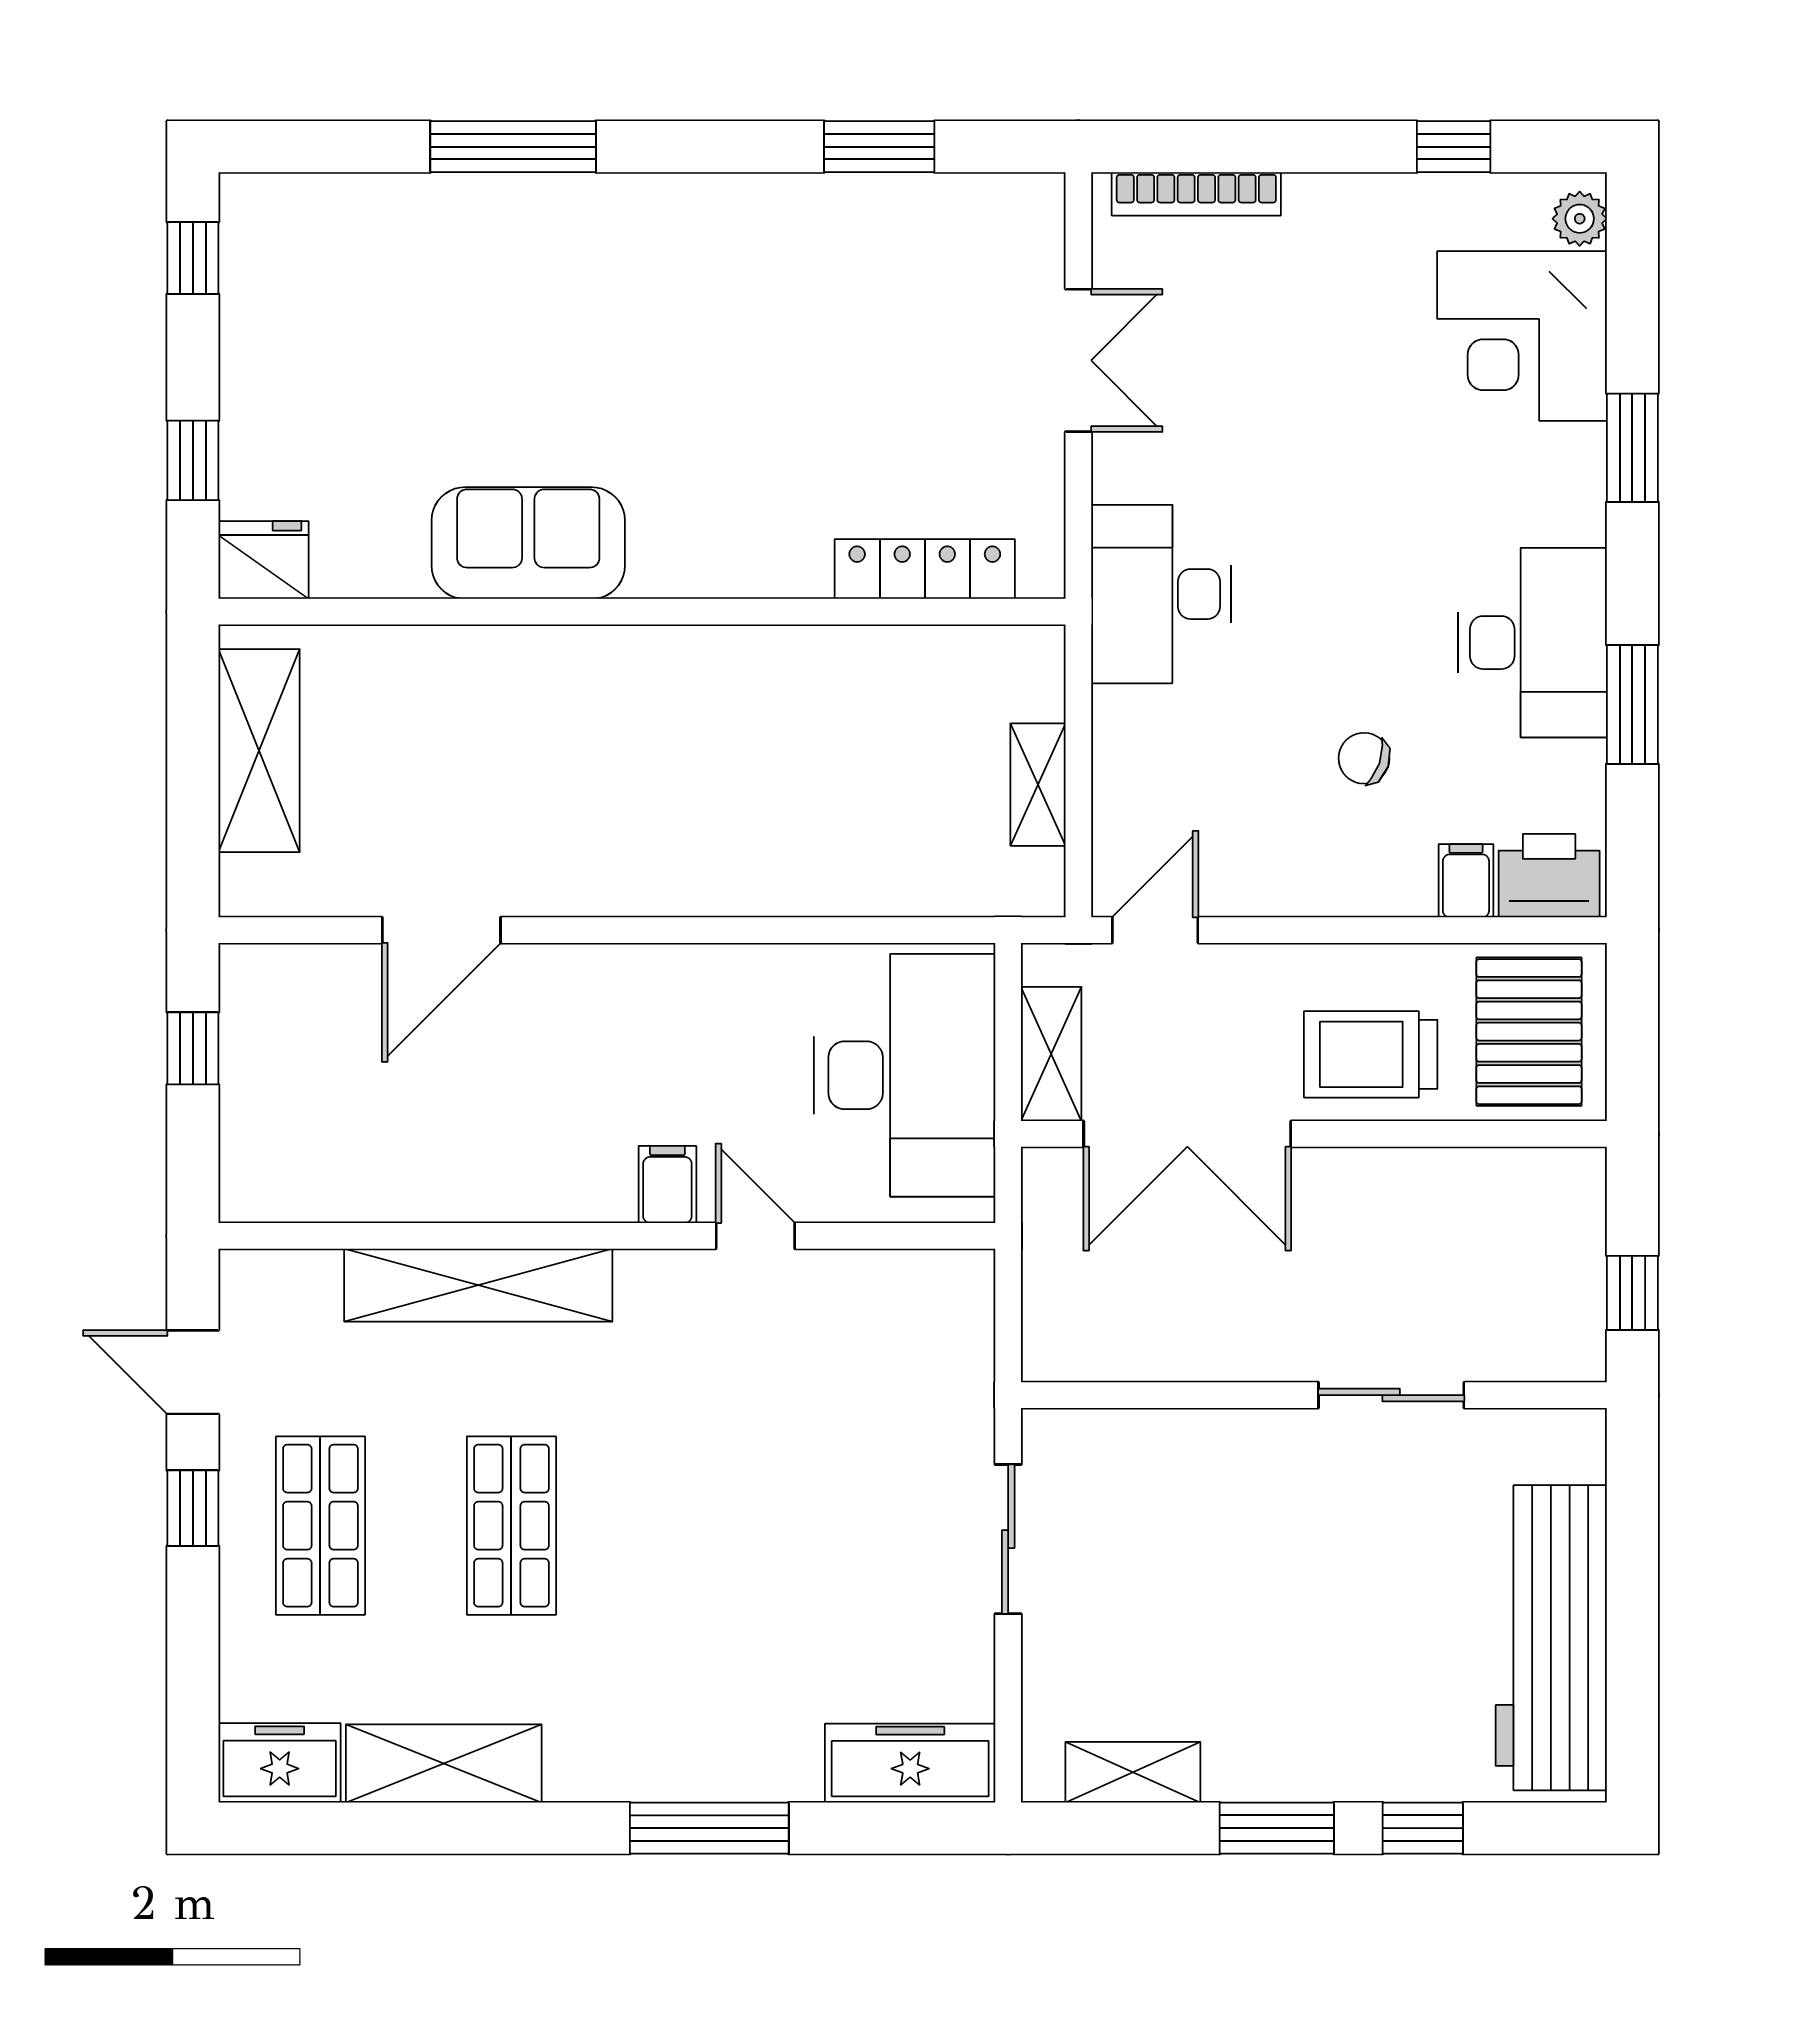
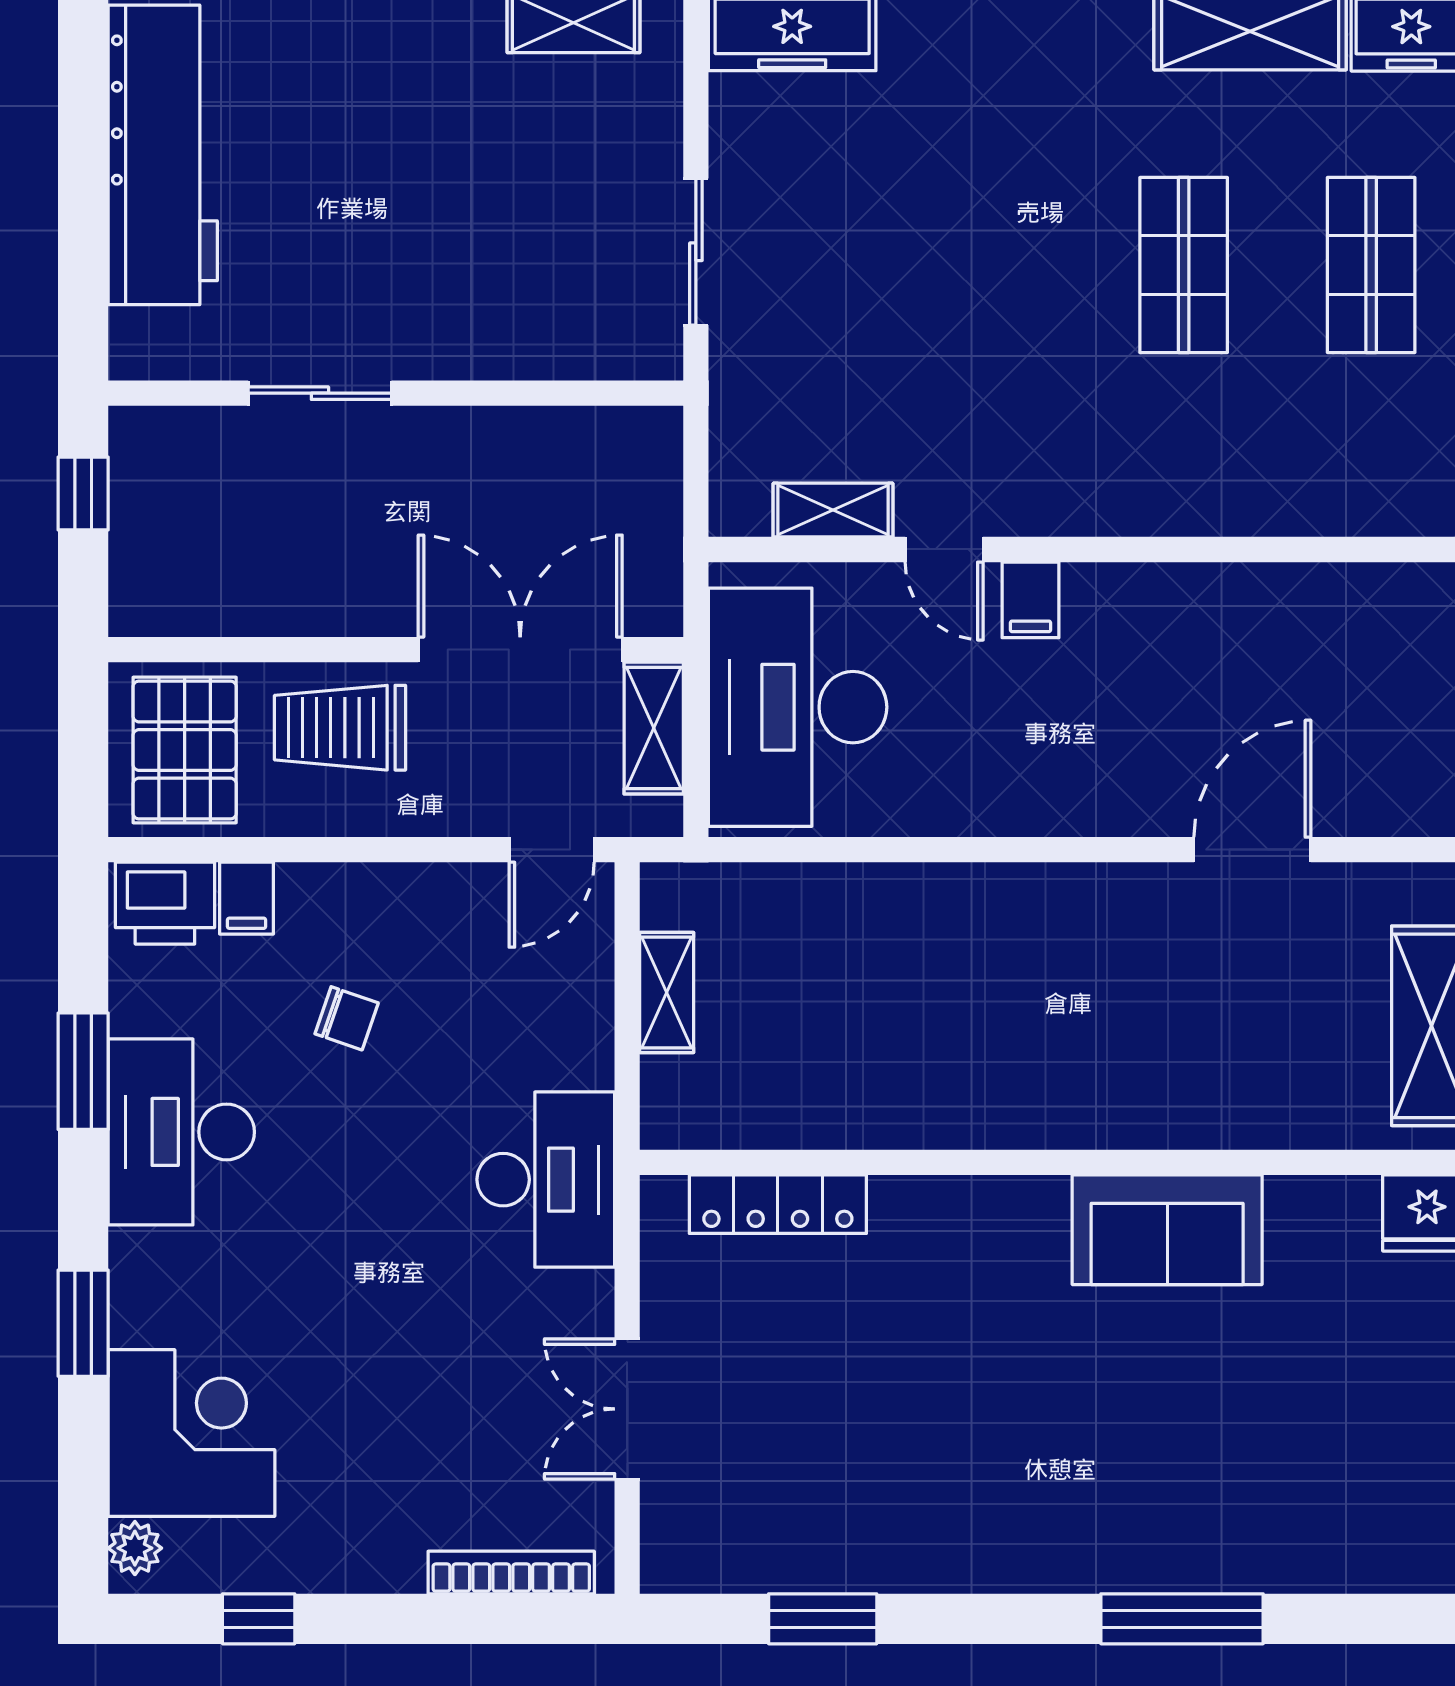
trolley: (1371, 1054) -> (340, 728), turned 180
shelving: (478, 1285) -> (833, 510), moved, width x0.45, depth x0.75

